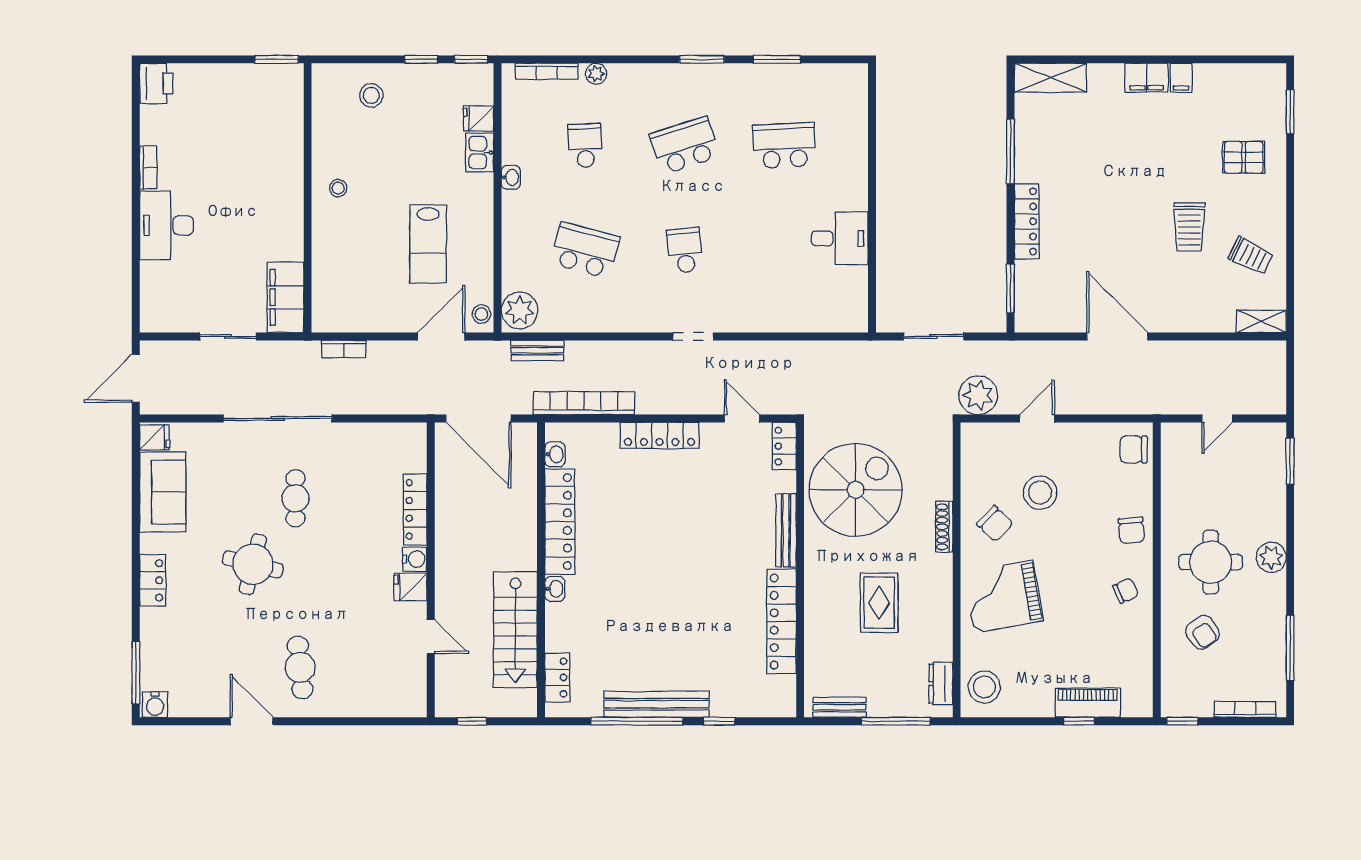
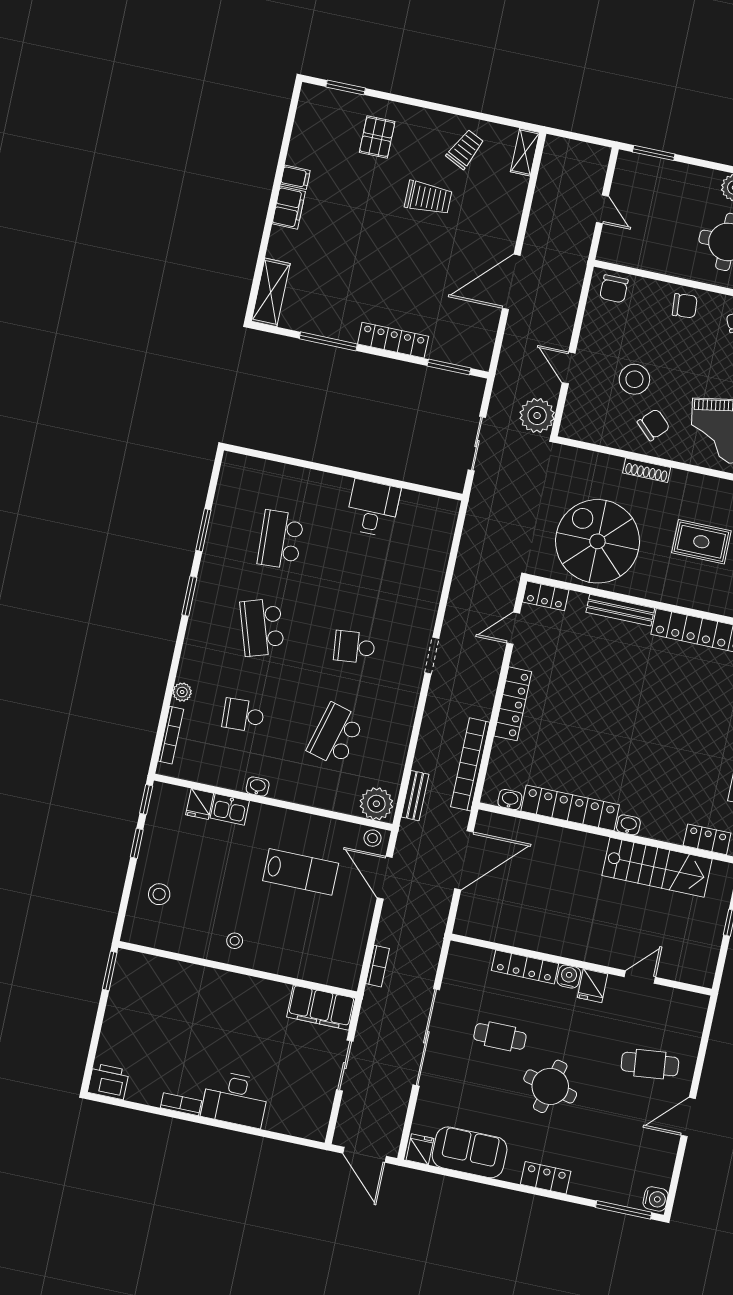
locker: (415, 509) -> (525, 967), moved
water cooler: (415, 559) -> (569, 977), moved
wall: (431, 570) -> (581, 965), moved
fridge: (410, 587) -> (592, 986), moved
door: (431, 636) -> (640, 977), moved

